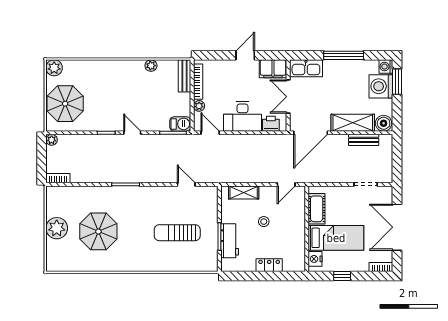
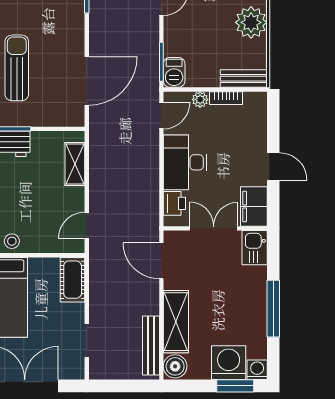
plant: (151, 66) -> (251, 22), width x1.87, depth x1.87
kitchen sink: (306, 68) -> (255, 248), width x0.73
bookcase: (198, 82) -> (226, 98), width x0.64
door: (311, 133) -> (161, 261), width x0.73
bench: (364, 140) -> (151, 345), width x1.36
door: (186, 184) -> (87, 81), width x1.88
door: (286, 184) -> (87, 225), hinge flipped
cot: (317, 209) -> (73, 280), moved, turned 90
stool: (264, 222) -> (12, 241), moved

